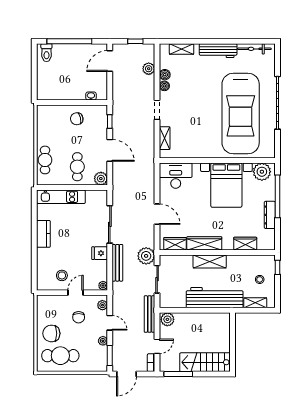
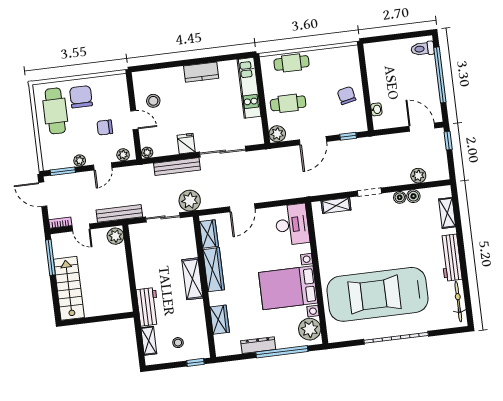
window: (135, 41) -> (448, 141), moved
workbench: (215, 298) -> (148, 307), width x0.53, depth x0.76

